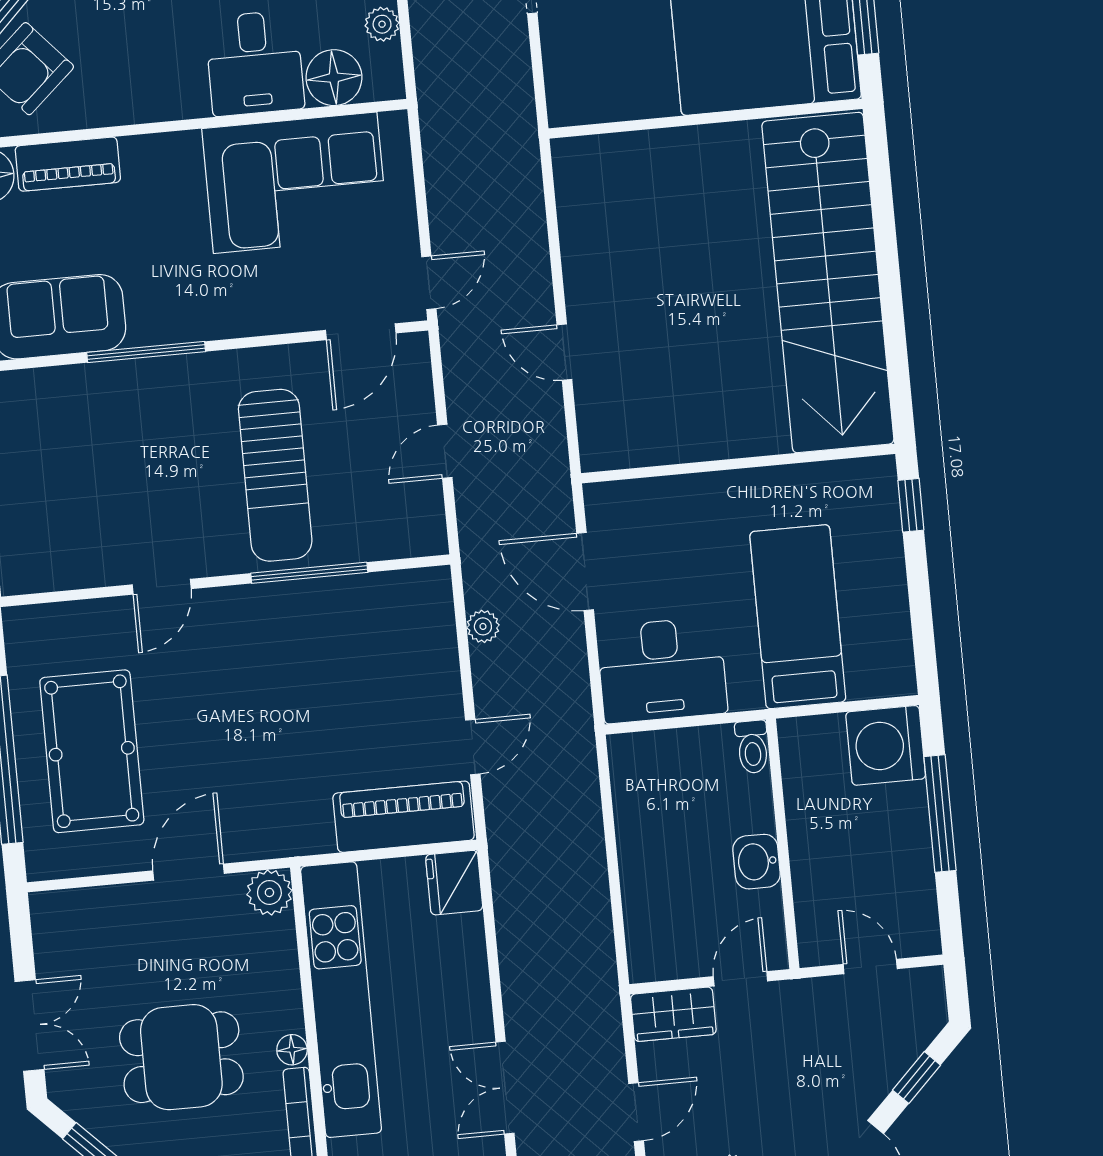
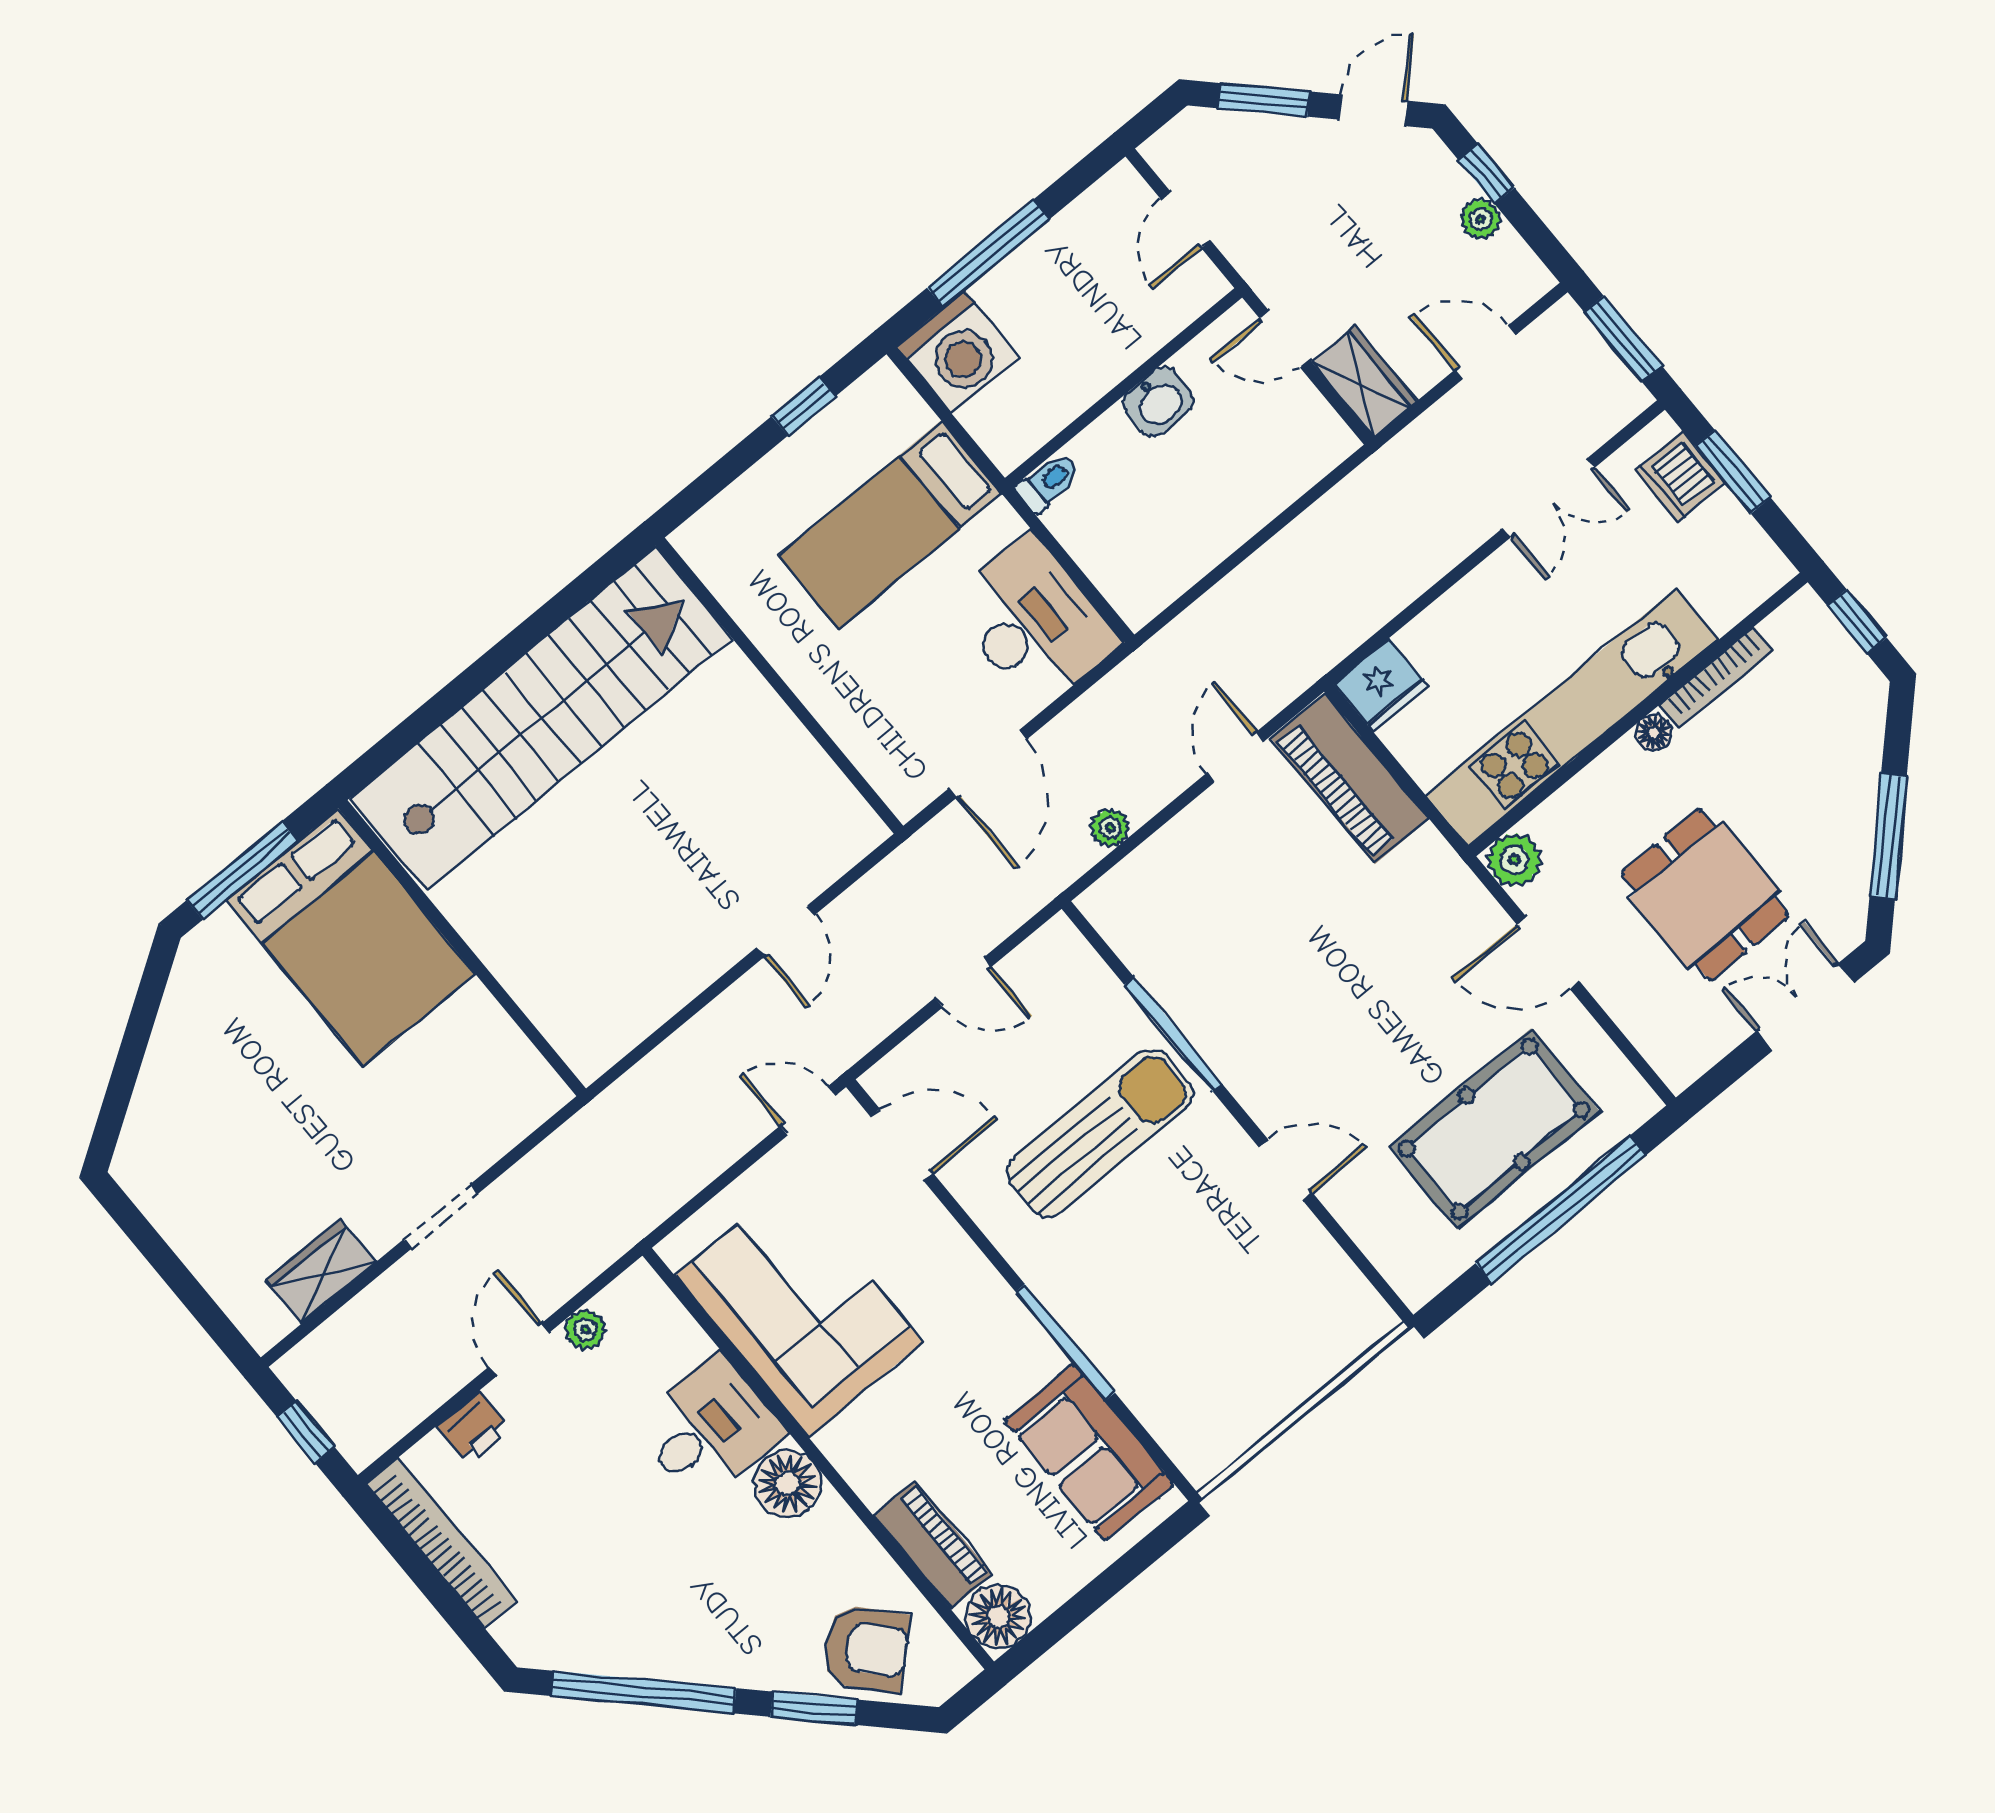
floor lamp: (334, 78) -> (788, 1483), moved
window: (911, 505) -> (804, 406), moved
door: (473, 747) -> (1235, 757), hinge flipped
dining table: (181, 1057) -> (1705, 894), moved
window: (917, 1078) -> (1264, 100), width x1.50

